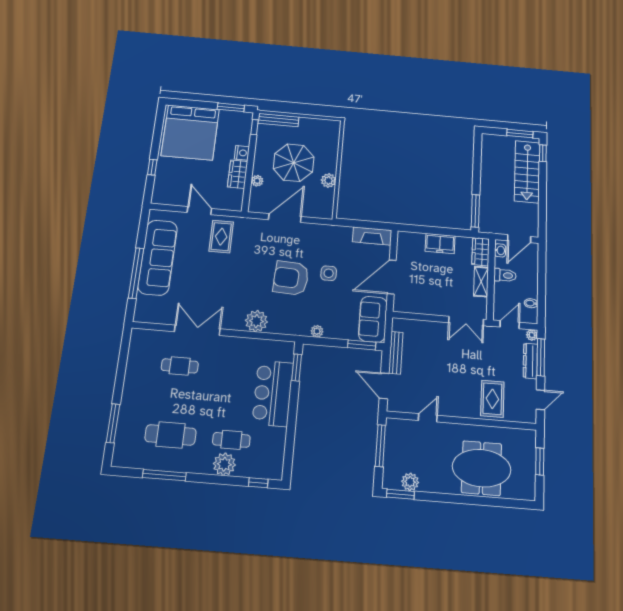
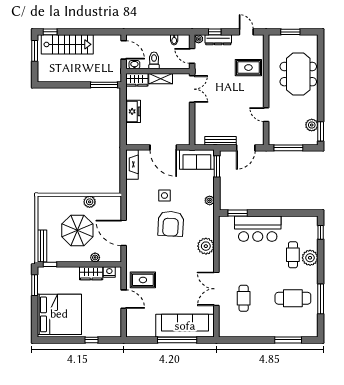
nightstand: (242, 153) -> (109, 272), moved
door: (199, 211) -> (124, 299), swing flipped
sofa: (158, 257) -> (185, 326), moved
window: (541, 357) -> (215, 32), width x0.46
cafe table: (171, 435) -> (293, 298), turned 90

